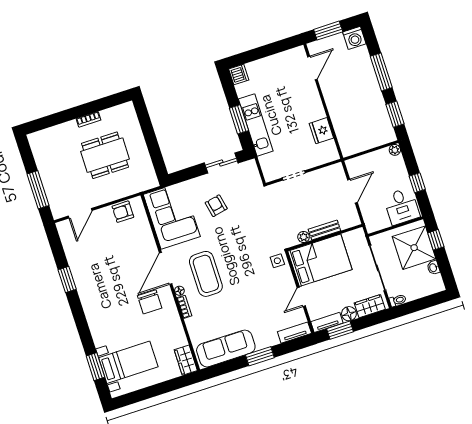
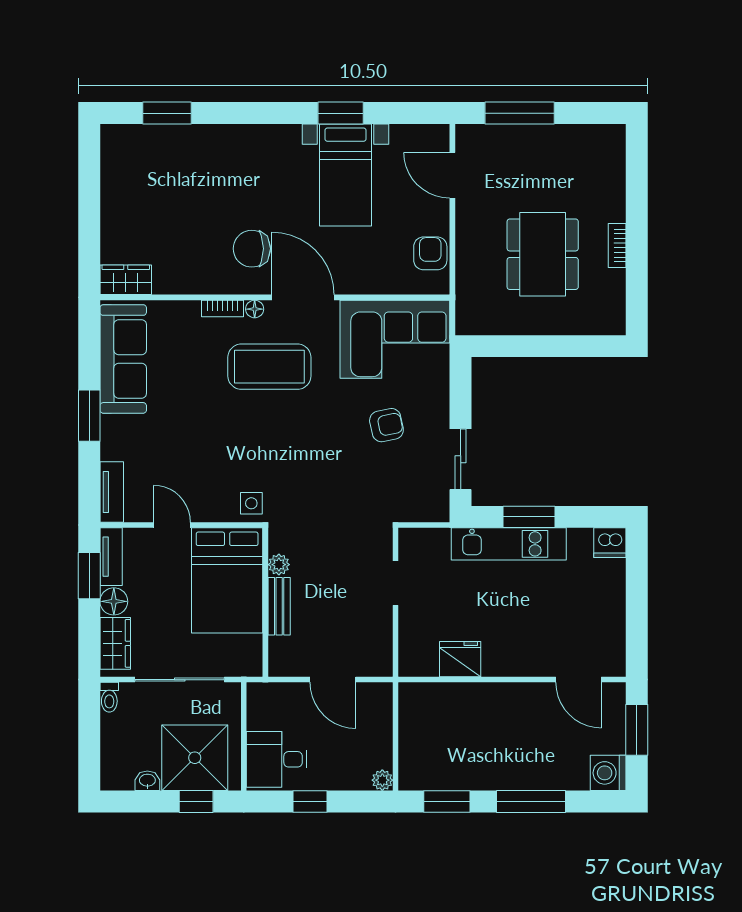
bed with nightstands: (128, 362) -> (345, 175), moved

